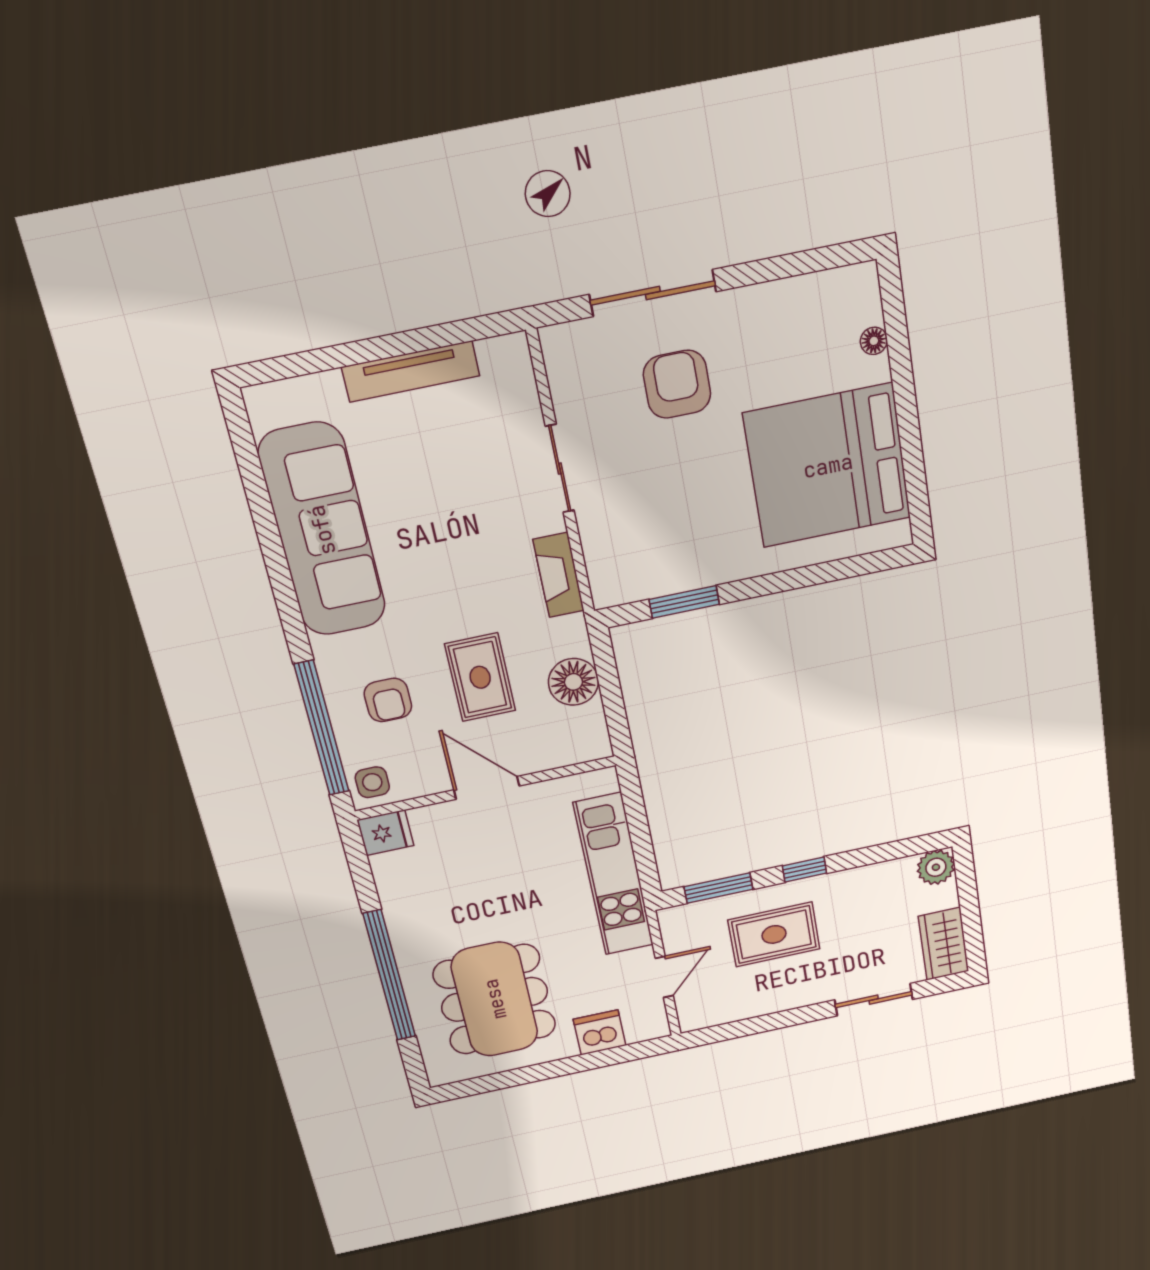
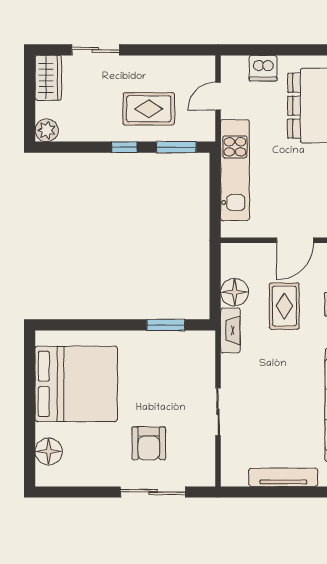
floor lamp: (874, 341) -> (49, 451), width x1.89, depth x1.89
fireplace: (559, 575) -> (230, 330), moved
door: (487, 788) -> (295, 240), hinge flipped

